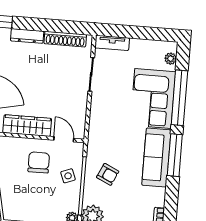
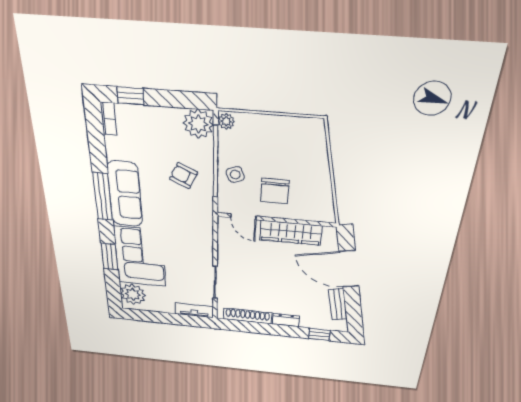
dresser: (27, 36) -> (286, 320), width x0.70
plant: (171, 59) -> (133, 294), width x1.87, depth x1.87
window: (179, 98) -> (110, 256), width x0.47

